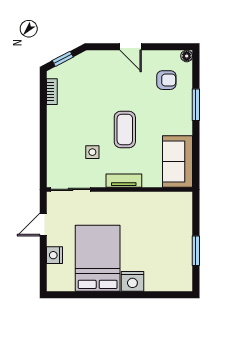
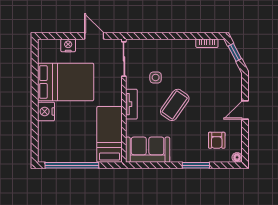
coffee table: (125, 130) -> (175, 105), turned -55
bed: (159, 206) -> (110, 134), added
window: (196, 251) -> (72, 165), width x2.11

